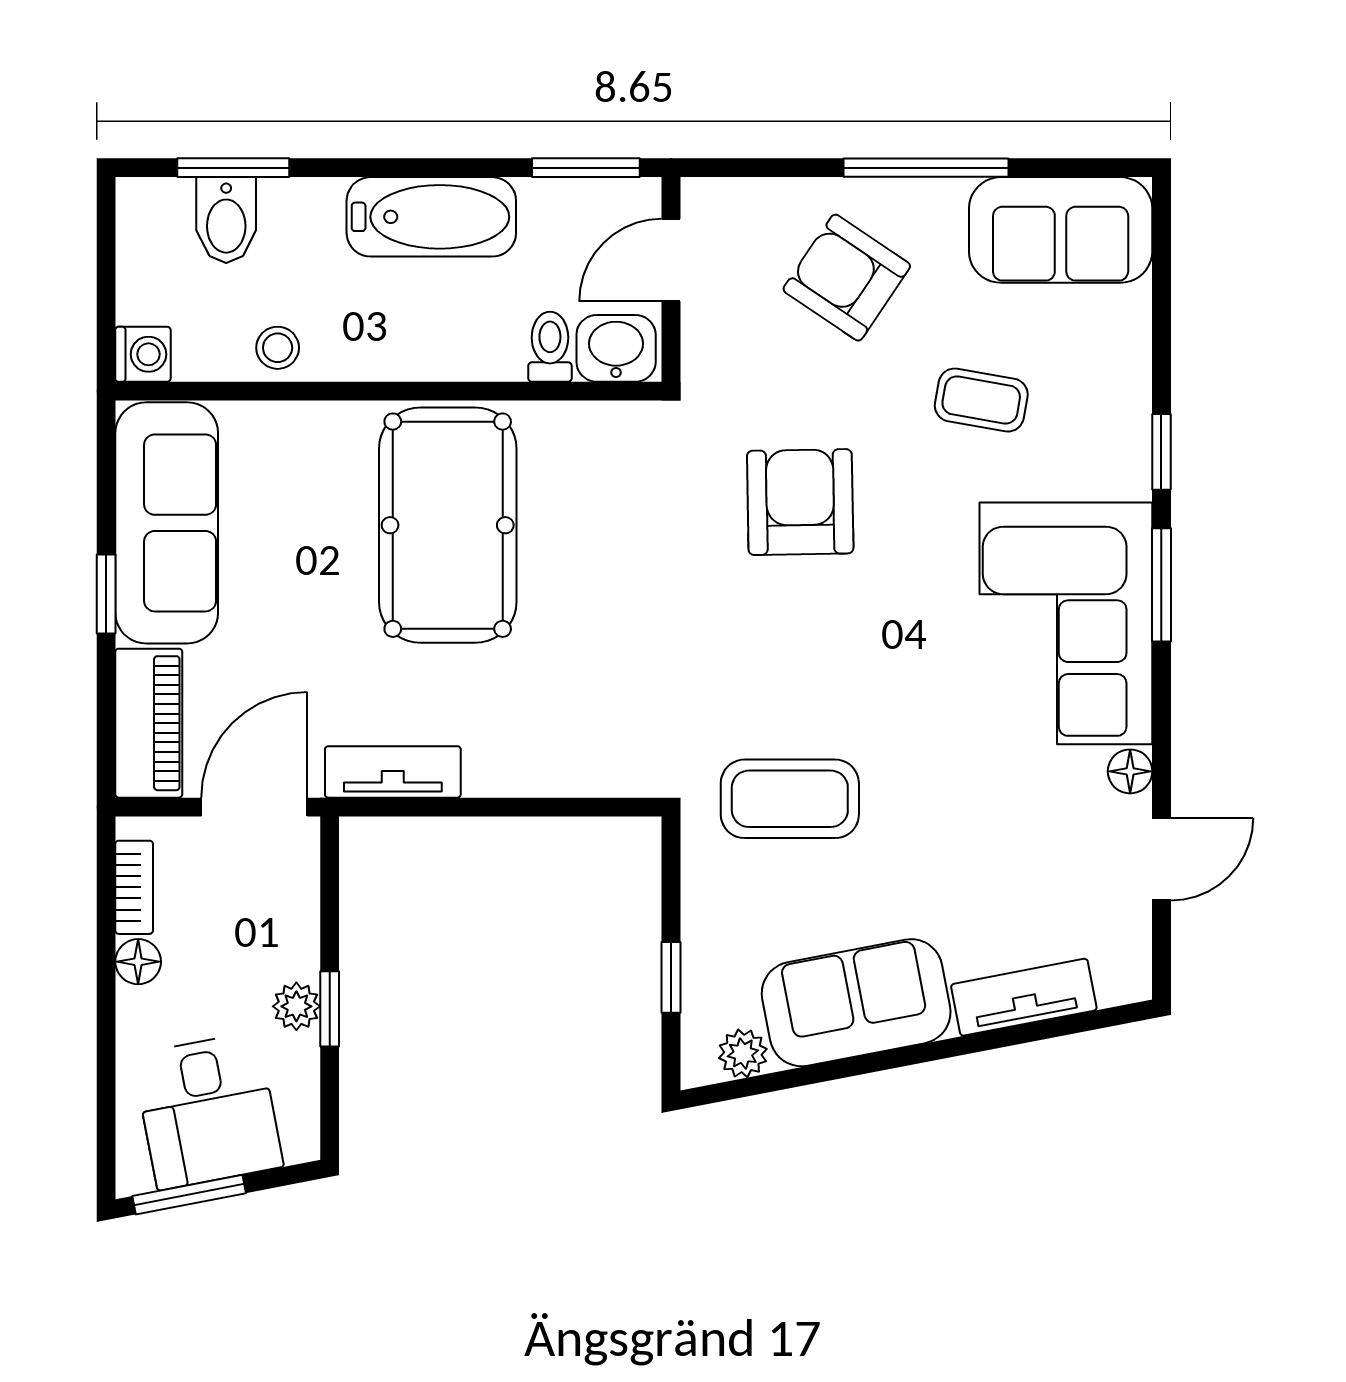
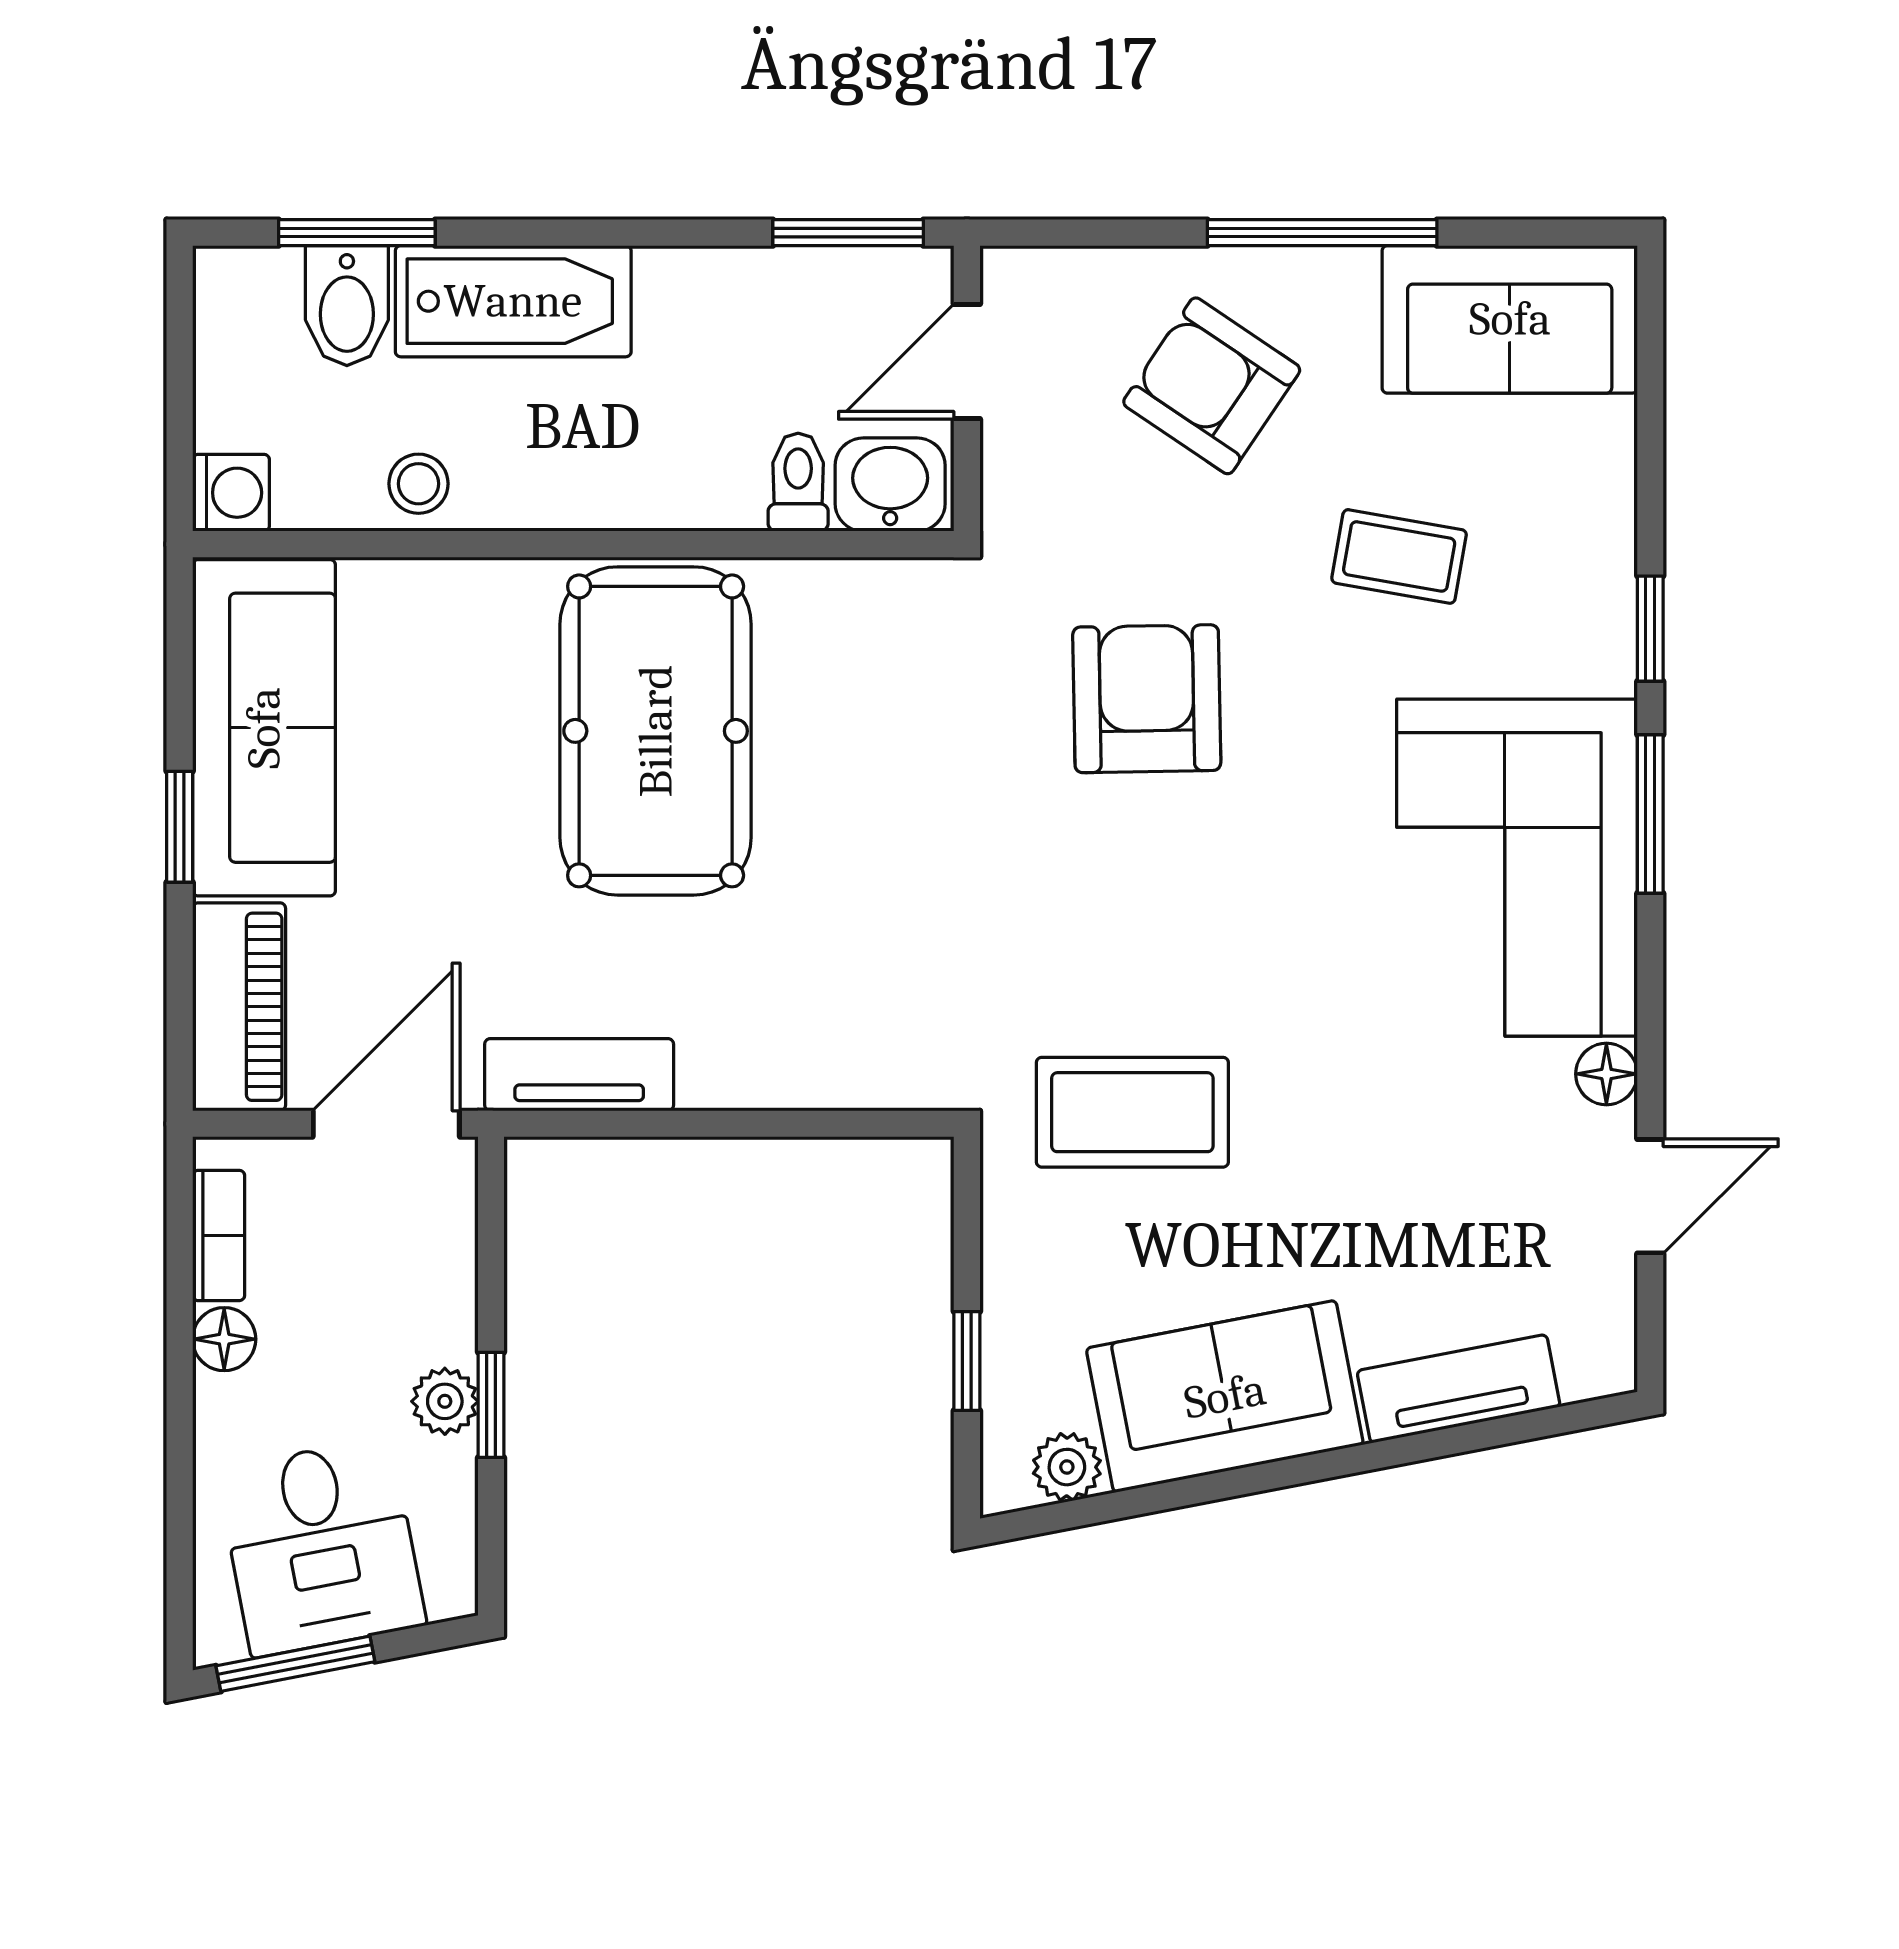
bathtub: (431, 217) -> (513, 301), moved

